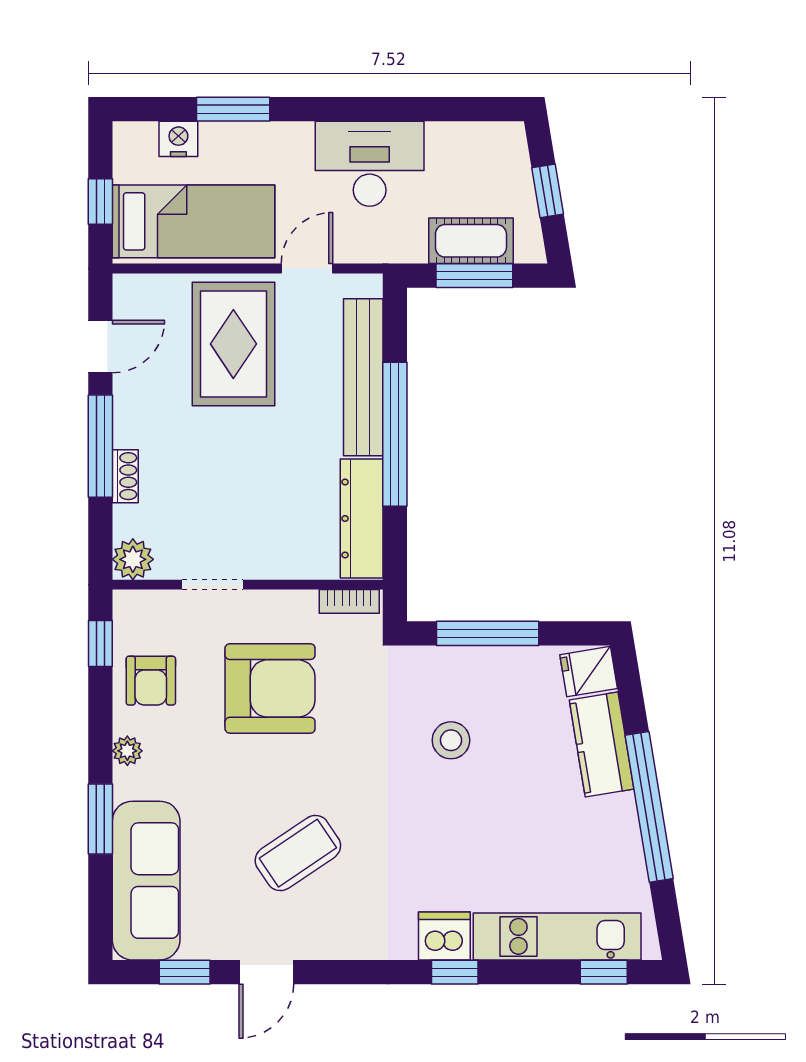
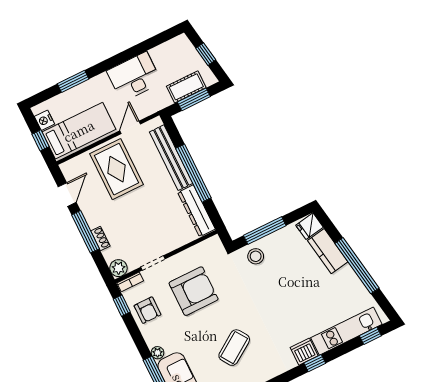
nightstand: (178, 139) -> (44, 120), moved, turned -90
bookcase: (349, 601) -> (130, 282), moved
stool: (451, 740) -> (256, 256), moved
plant: (127, 751) -> (157, 353), moved

